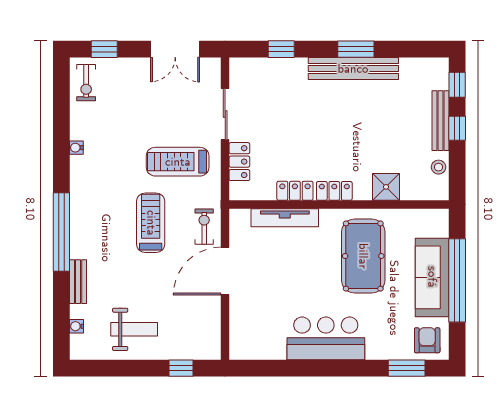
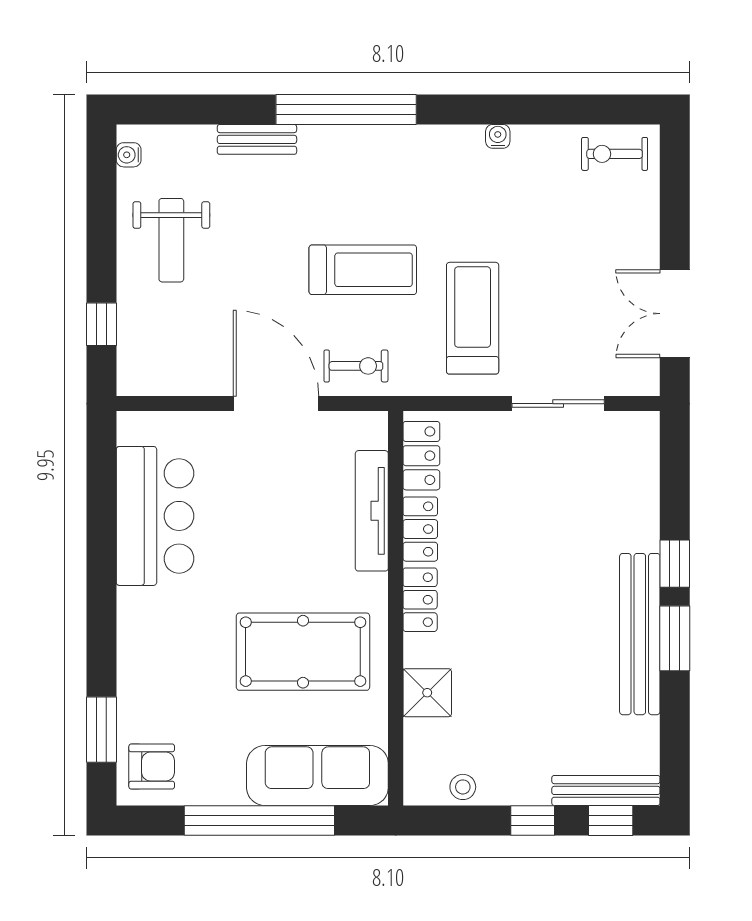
window: (104, 49) -> (675, 186), removed
window: (281, 49) -> (675, 564), moved
bench: (440, 121) -> (606, 790), moved
locker: (239, 162) -> (421, 456), moved, turned -90
sofa: (432, 277) -> (317, 776), moved
water cooler: (76, 326) -> (129, 155), moved, turned -90
bar counter: (326, 338) -> (155, 516), moved

